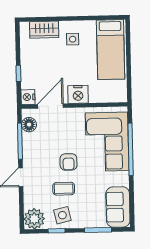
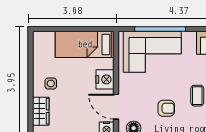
bed: (111, 50) -> (85, 44), moved, turned 180
armchair: (68, 162) -> (166, 108), moved

